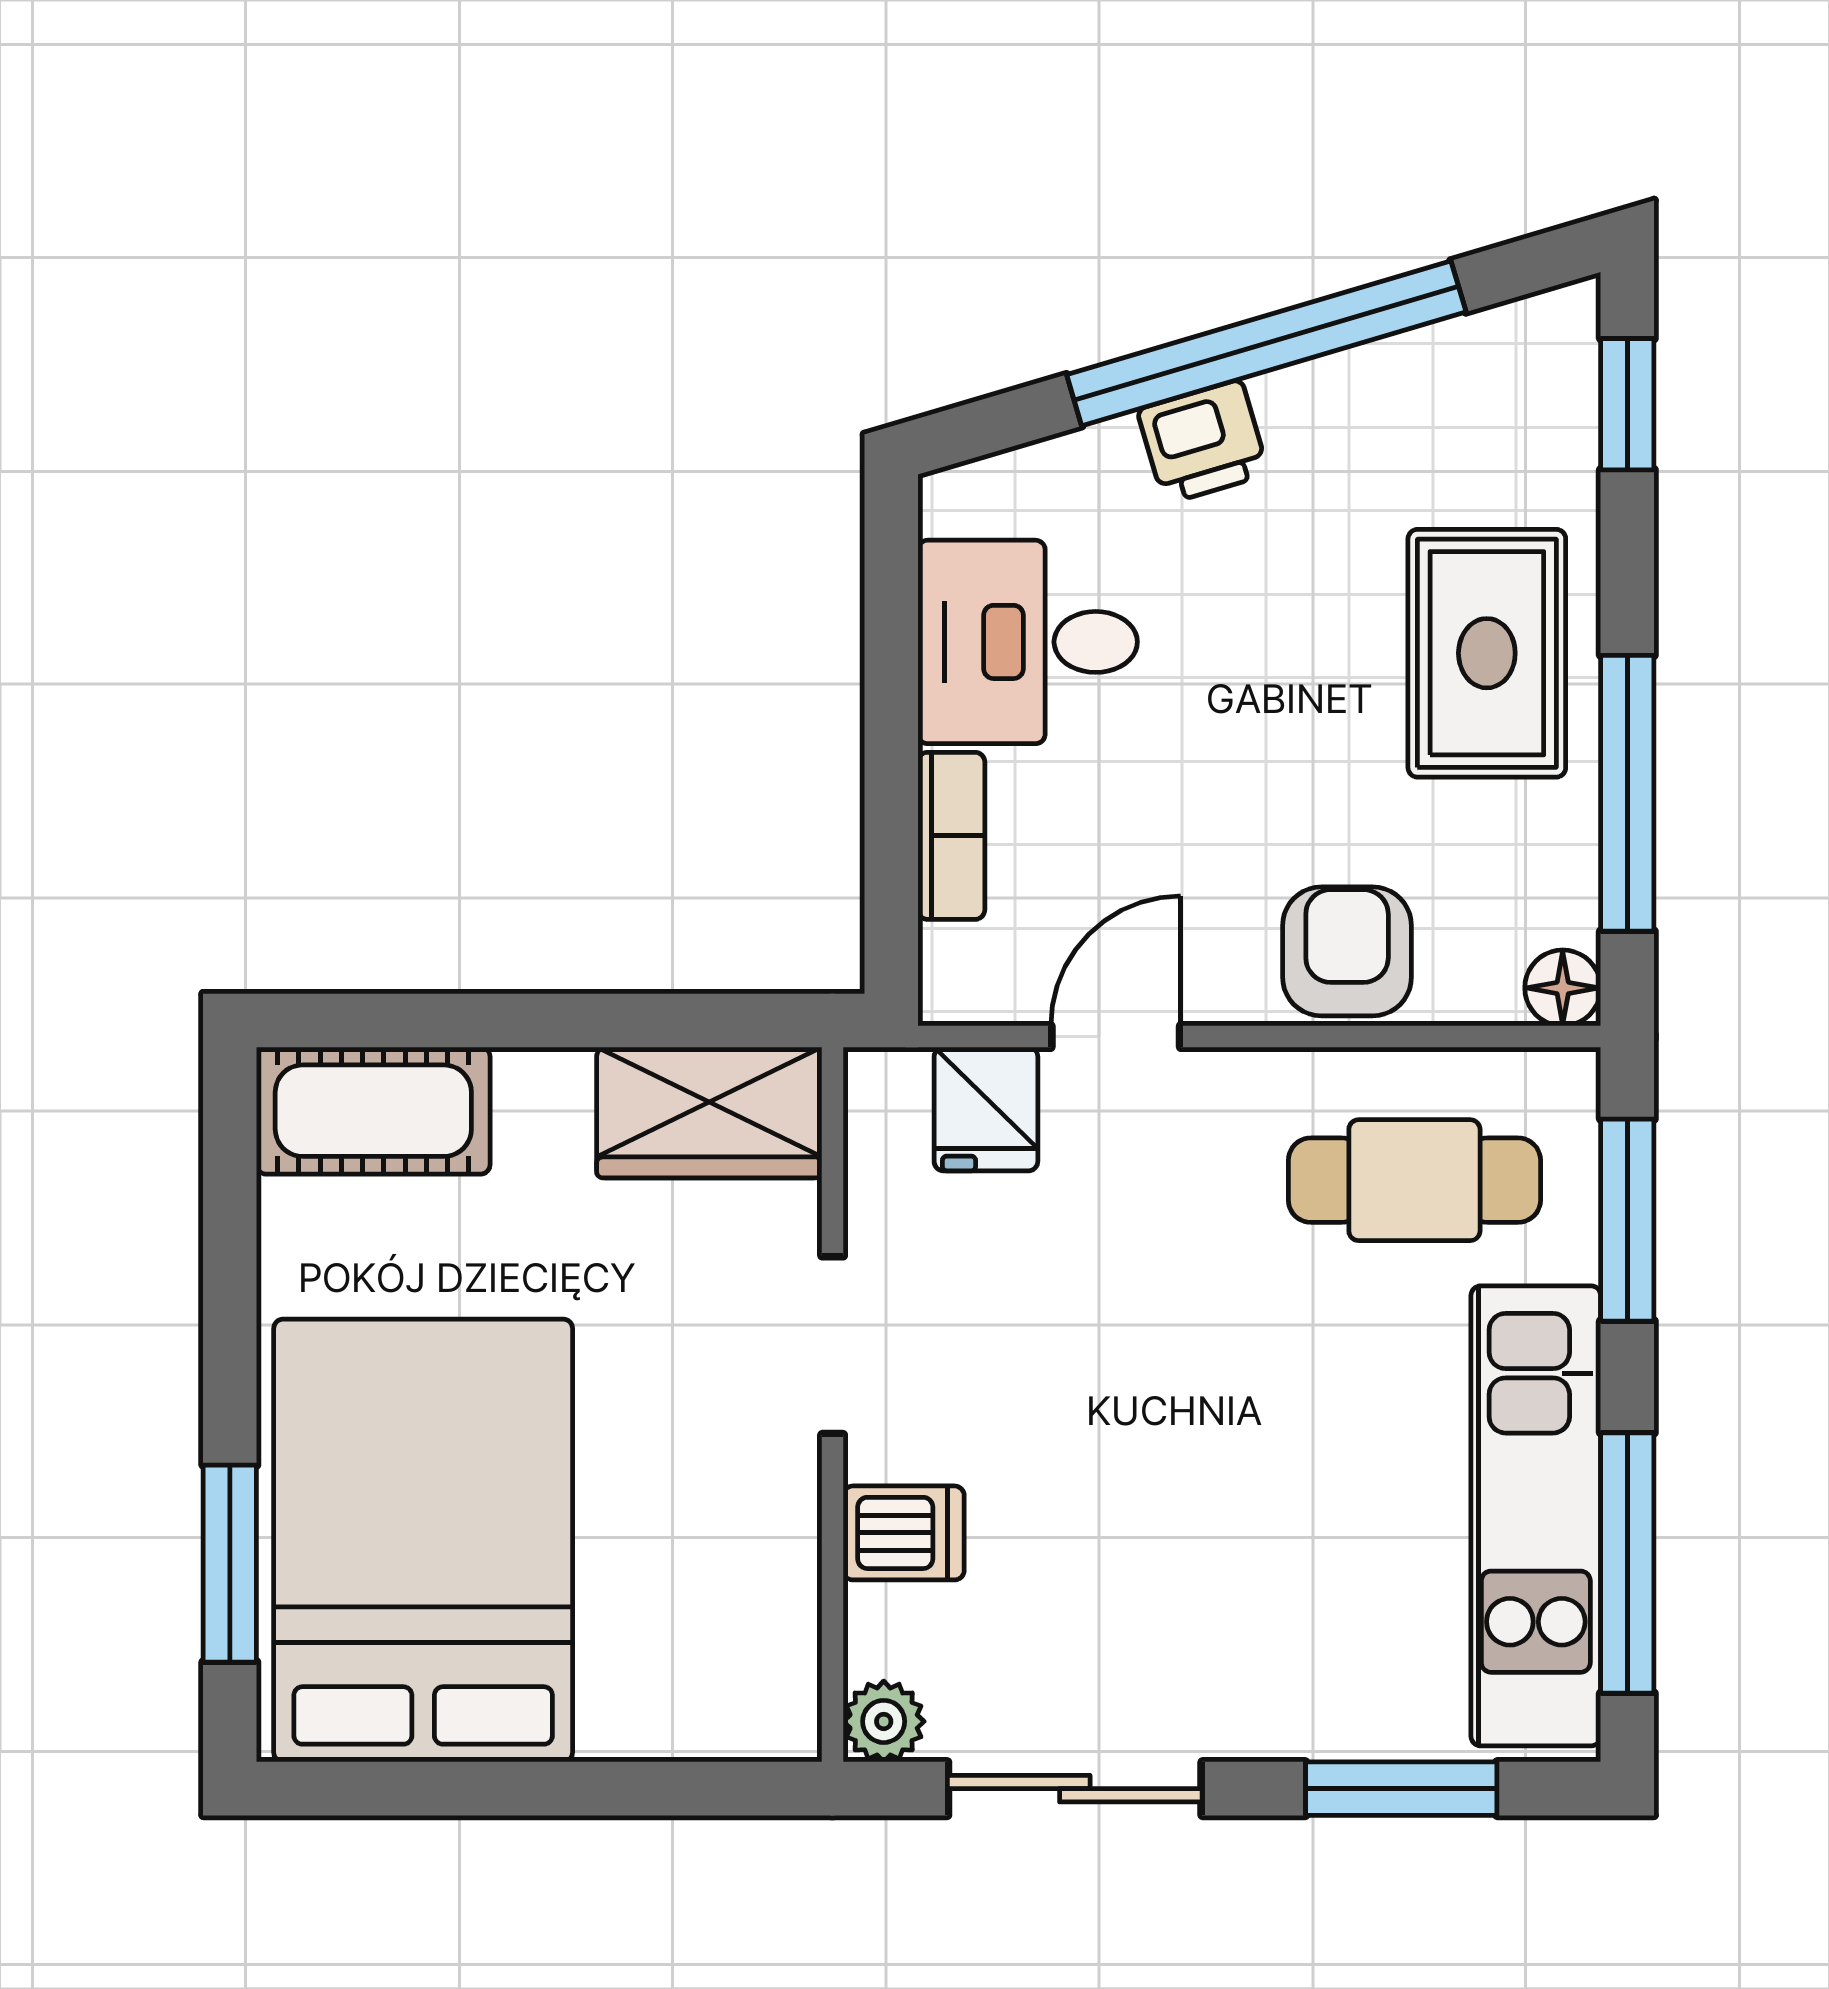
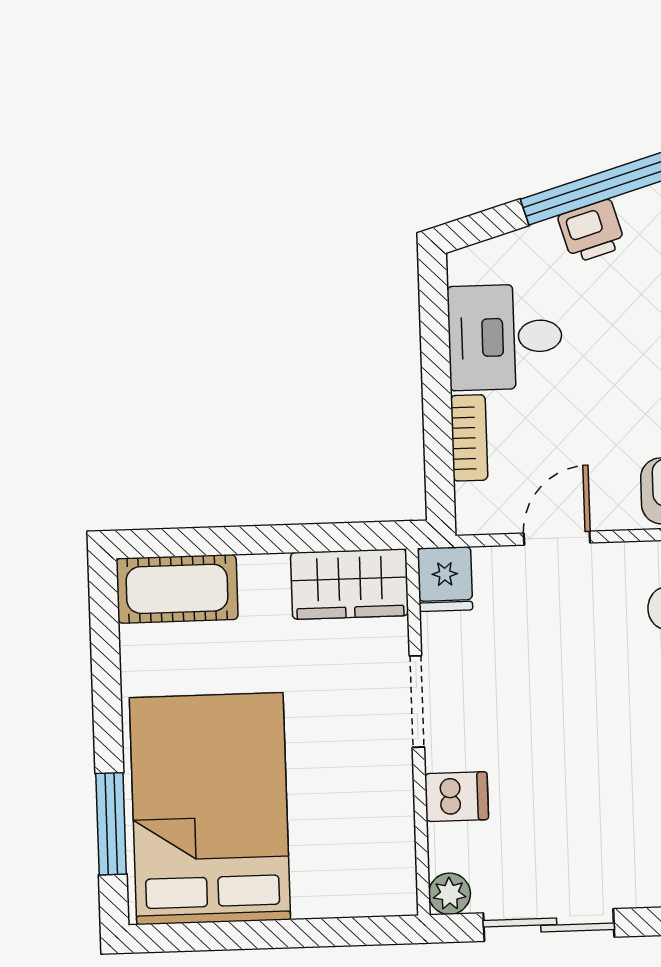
fridge: (986, 1109) -> (445, 579), moved

